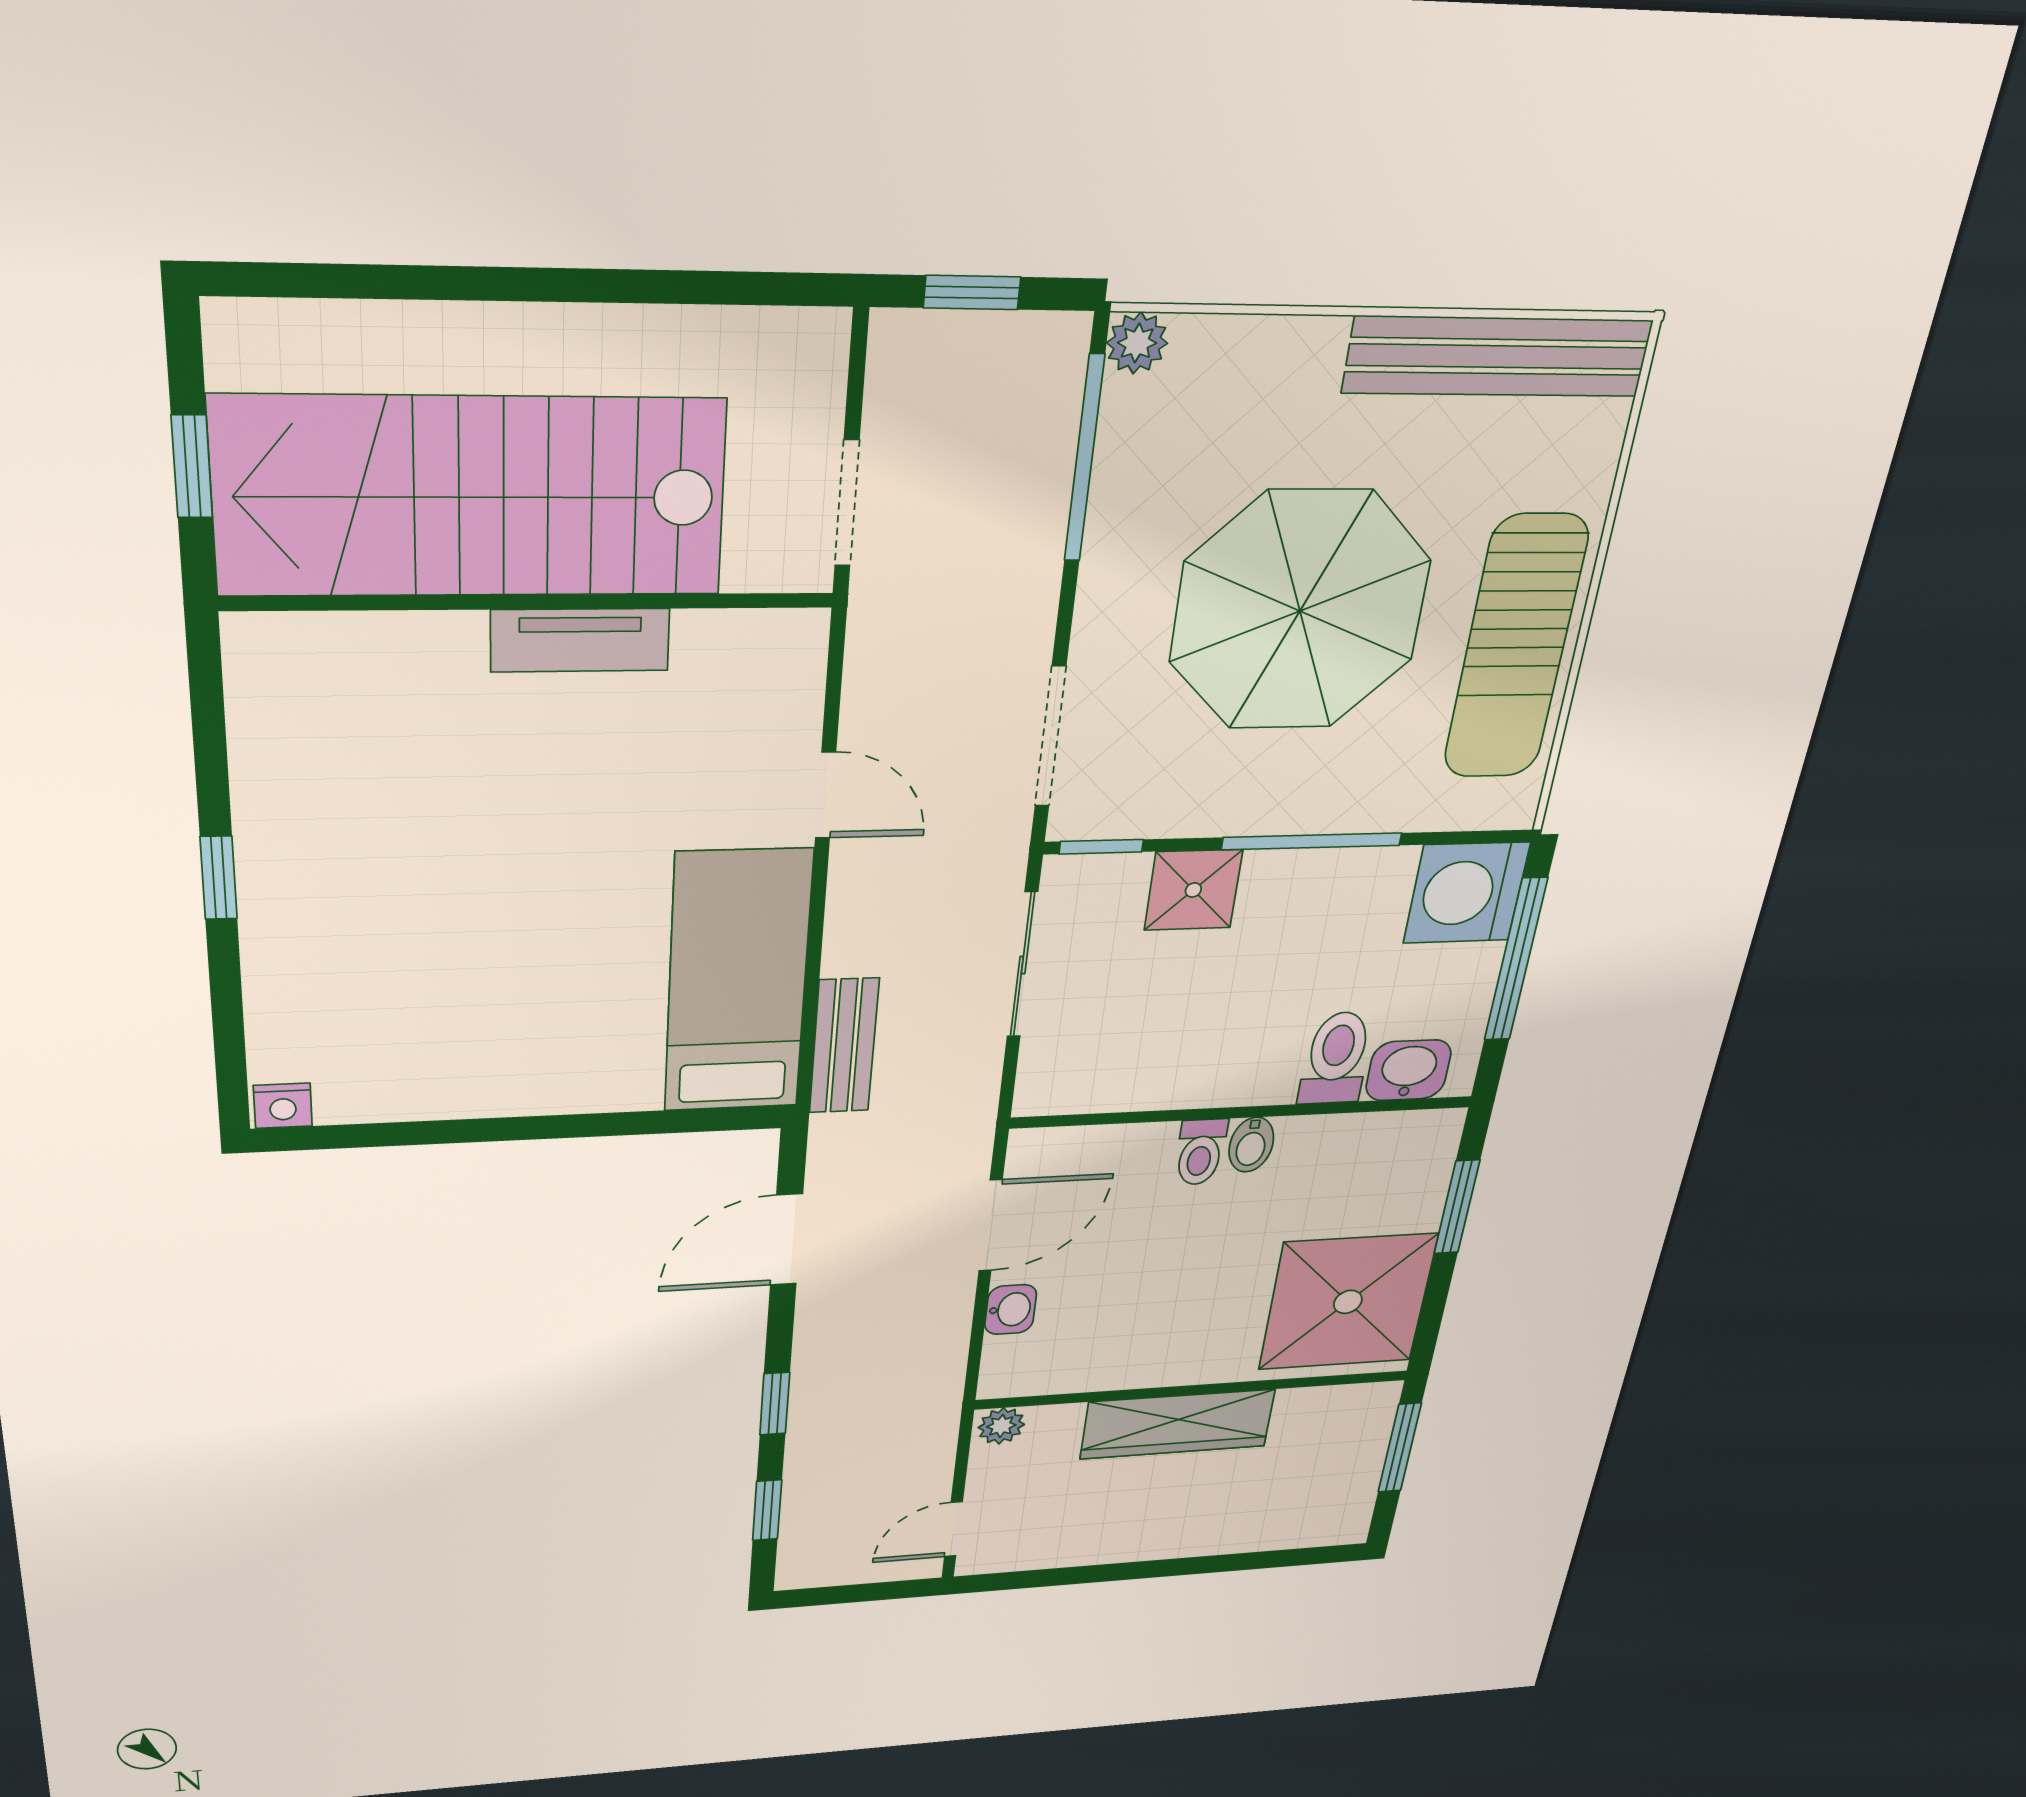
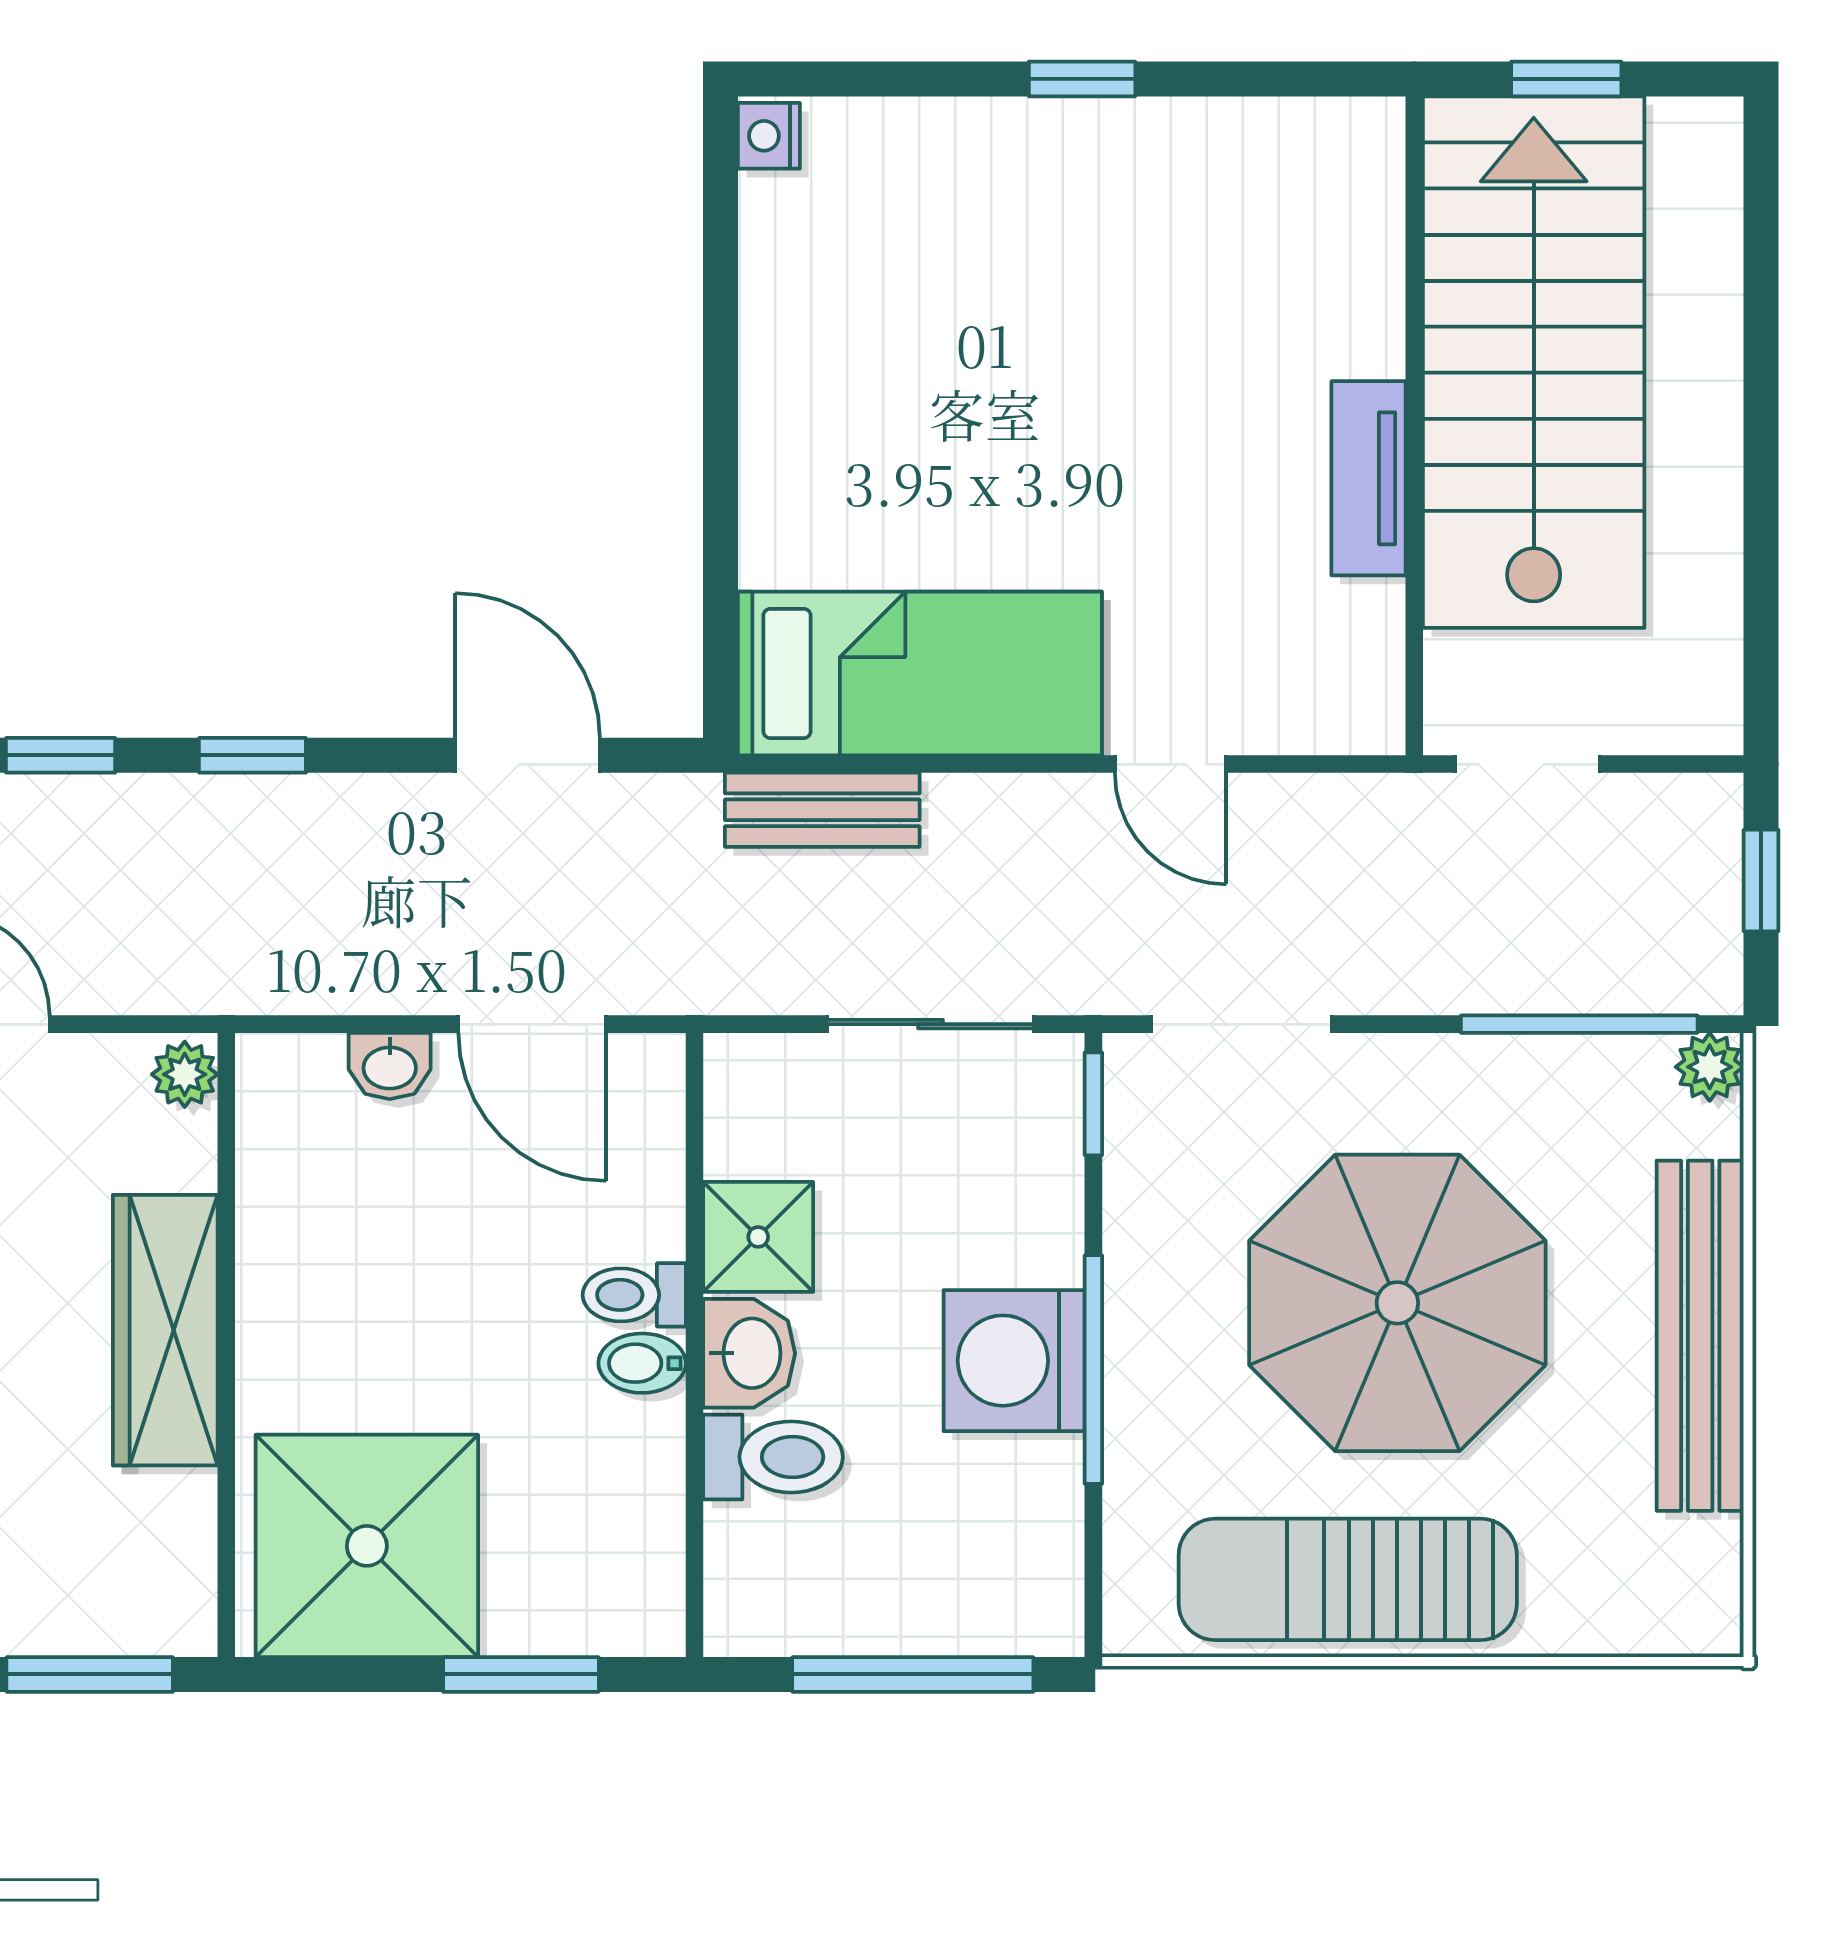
bench: (1498, 356) -> (1700, 1336), moved
door: (826, 795) -> (1171, 764), hinge flipped
shower: (1193, 890) -> (758, 1237), moved
washing machine: (1467, 893) -> (1014, 1361), moved, turned -90
washbasin: (1408, 1070) -> (749, 1353), moved

